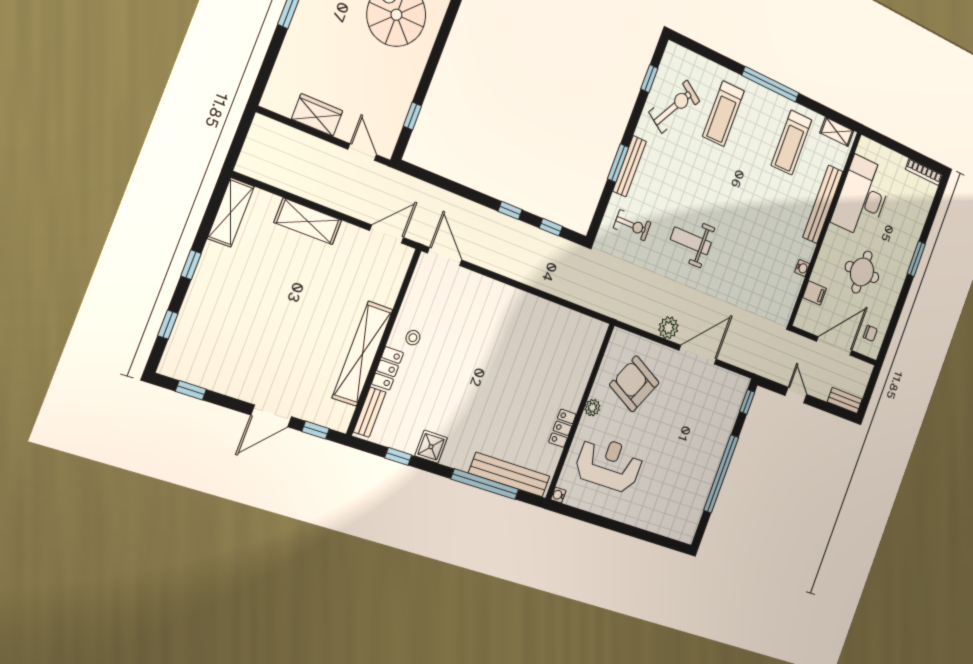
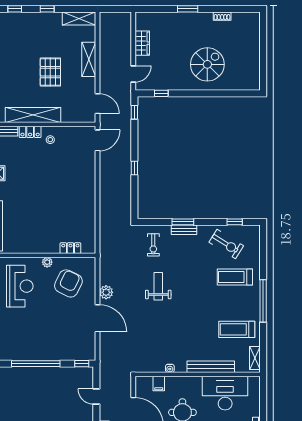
bench: (630, 166) -> (184, 230), width x0.73
window: (551, 227) -> (134, 112), moved
pallet: (303, 298) -> (50, 72), added
door: (796, 395) -> (96, 397), swing flipped
locker: (562, 428) -> (70, 248), moved

